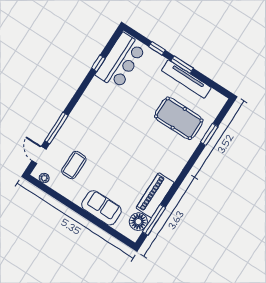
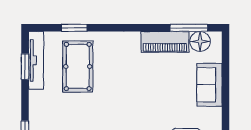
window: (182, 65) -> (25, 67), moved
tv unit: (186, 79) -> (36, 60), moved

